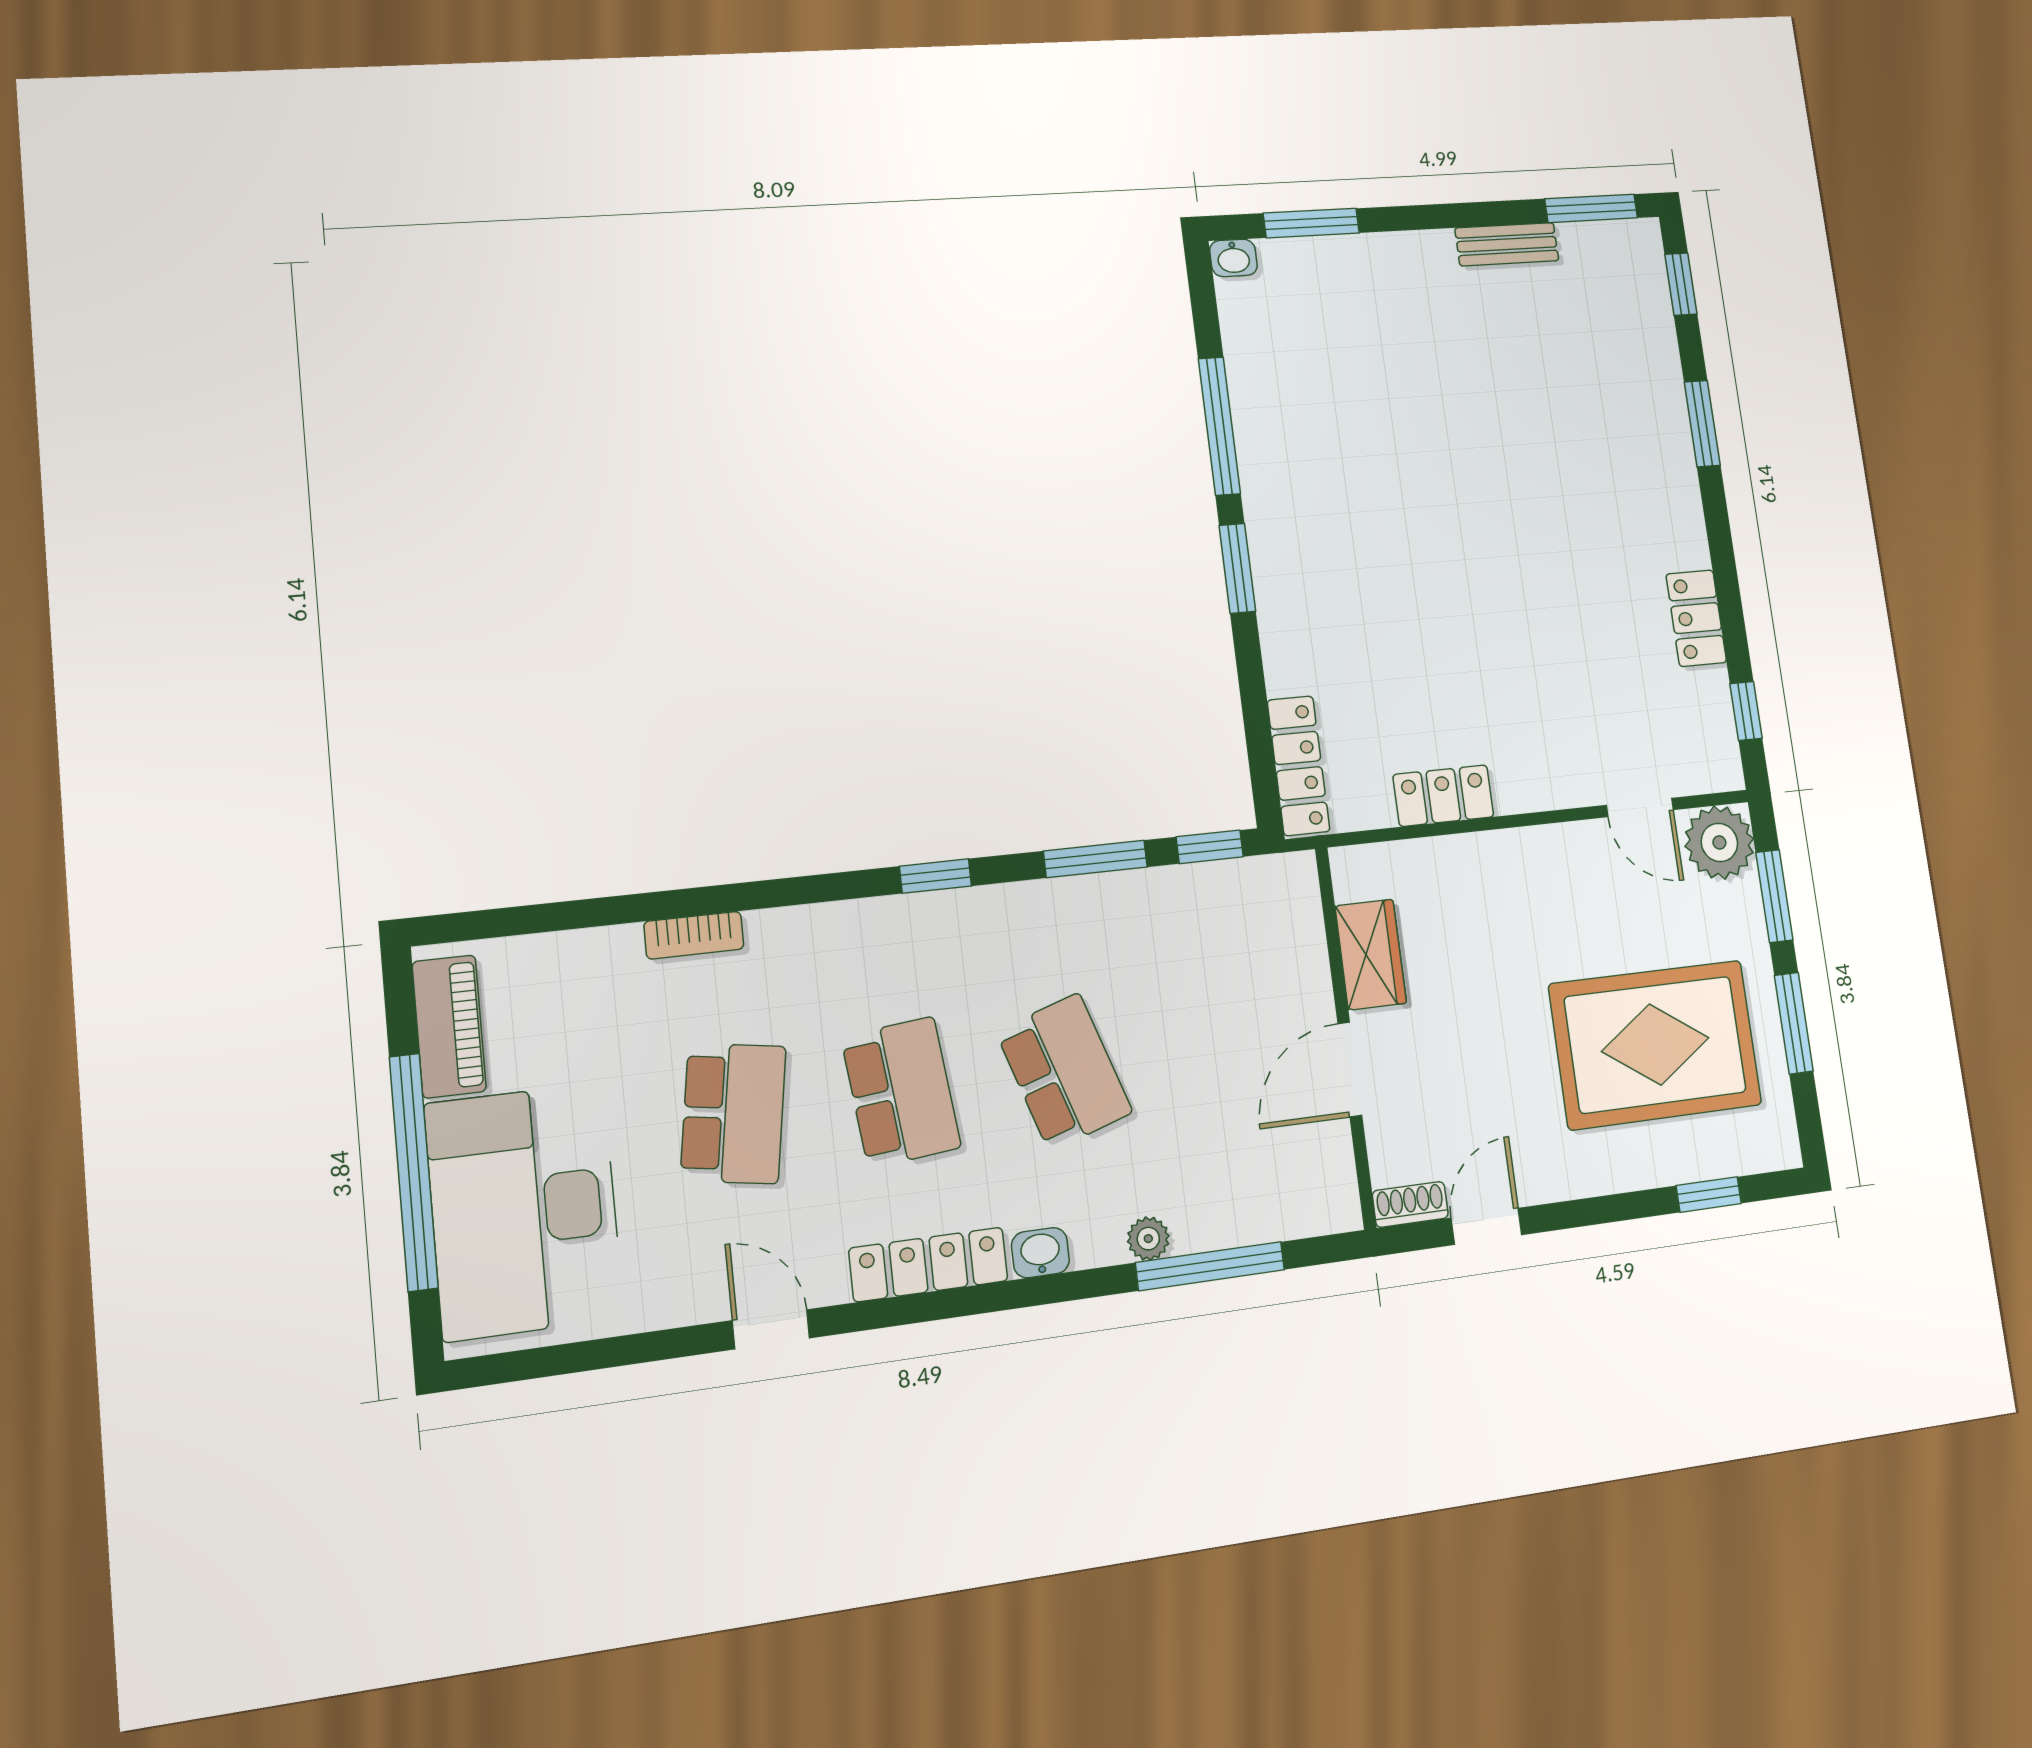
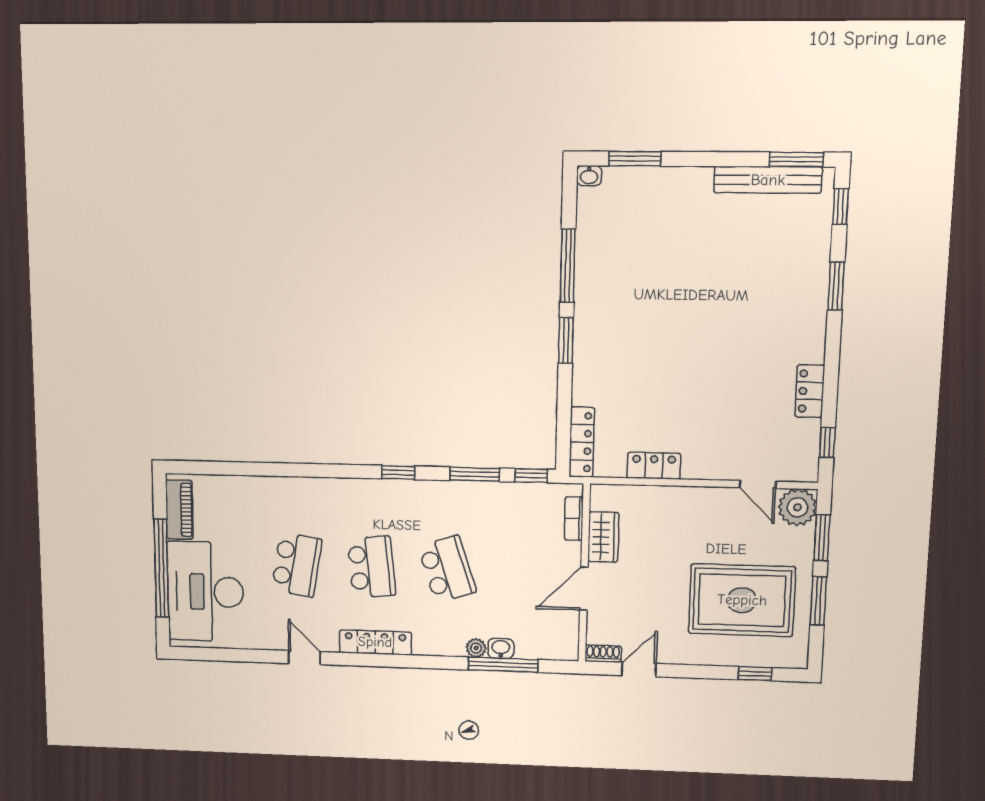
bench: (1507, 244) -> (768, 180), width x1.86, depth x1.21
bookcase: (694, 935) -> (574, 518), moved, turned 90
washbasin: (1040, 1253) -> (501, 648), moved

